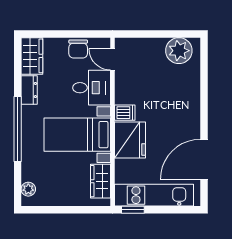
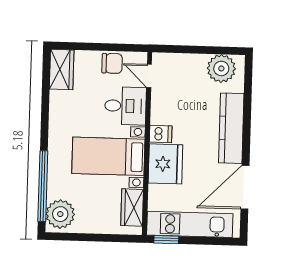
chair: (78, 49) -> (112, 63), turned -90
dresser: (29, 90) -> (58, 106), removed
kitchen counter: (190, 105) -> (231, 128), added
window: (18, 129) -> (43, 186), moved
plant: (28, 189) -> (60, 214), width x1.87, depth x1.87

